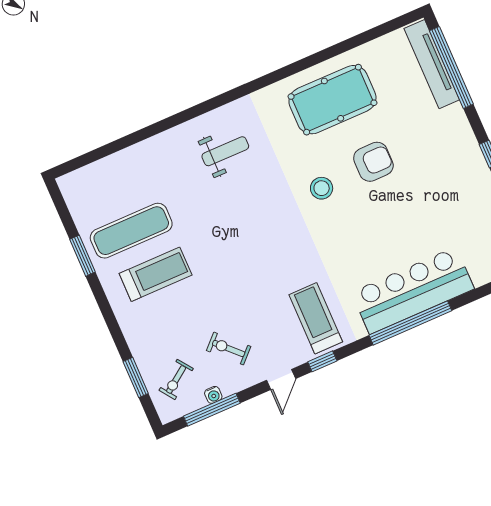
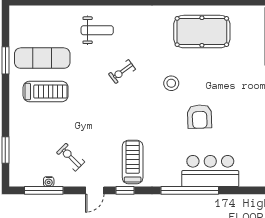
weight bench: (225, 151) -> (97, 30), moved
armchair: (373, 162) -> (200, 117), moved, turned 88
bar counter: (413, 291) -> (210, 171), width x0.73
exercise bike: (176, 379) -> (122, 72), moved

